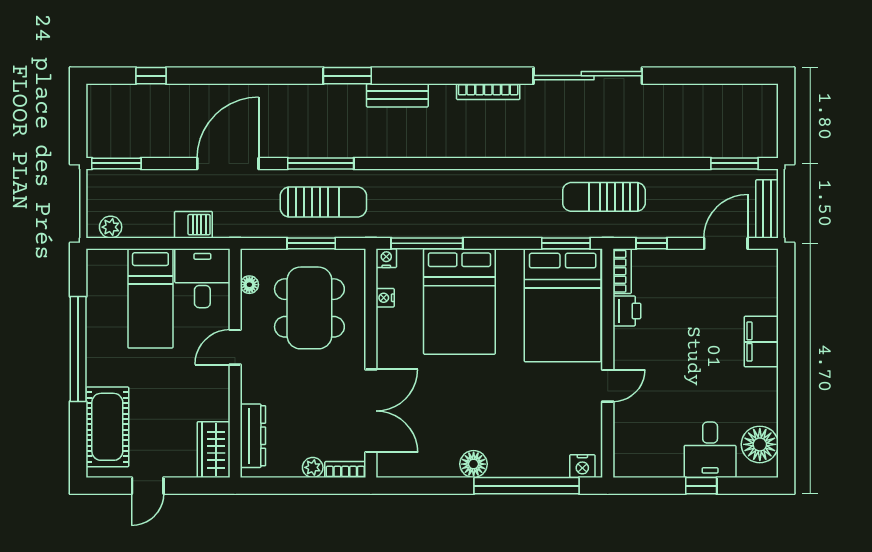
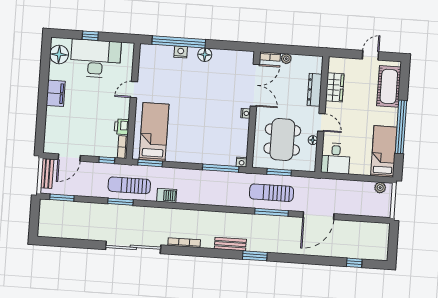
window: (116, 163) -> (120, 202), moved
sun lounger: (604, 197) -> (129, 185), turned 180
barbecue: (193, 225) -> (167, 195), moved, turned 180
floor lamp: (249, 285) -> (313, 140), moved
bed: (150, 298) -> (384, 151), moved
nightstand: (385, 298) -> (246, 113), moved
bed: (459, 302) -> (206, 137), removed
bed: (563, 305) -> (154, 132), width x0.67
filing cabinet: (761, 342) -> (56, 93), moved
door: (235, 347) -> (321, 122), hinge flipped
double door: (371, 411) -> (255, 85), swing flipped
dresser: (253, 436) -> (315, 90), moved
wardrobe: (214, 450) -> (335, 87), moved
desk: (710, 450) -> (96, 59), width x1.87, depth x1.30
nightstand: (582, 466) -> (181, 52), moved

